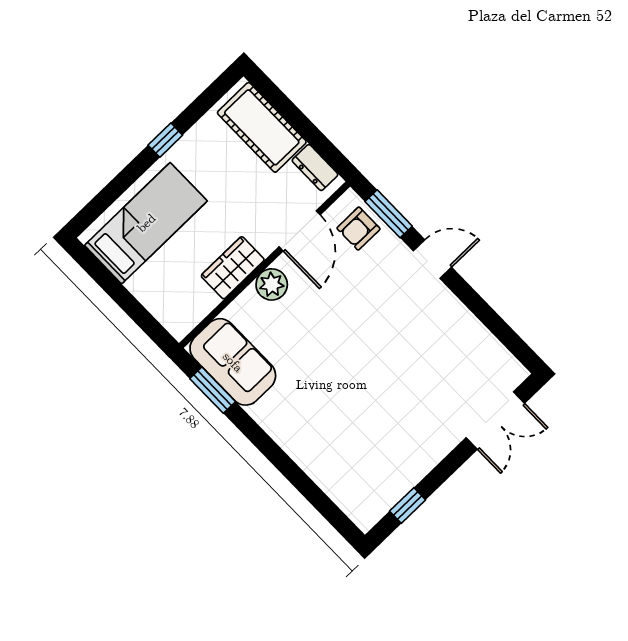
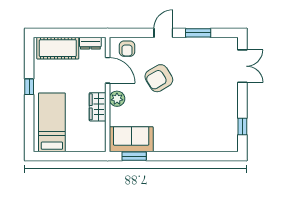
window: (389, 214) -> (198, 33), moved
armchair: (360, 316) -> (159, 78), added

